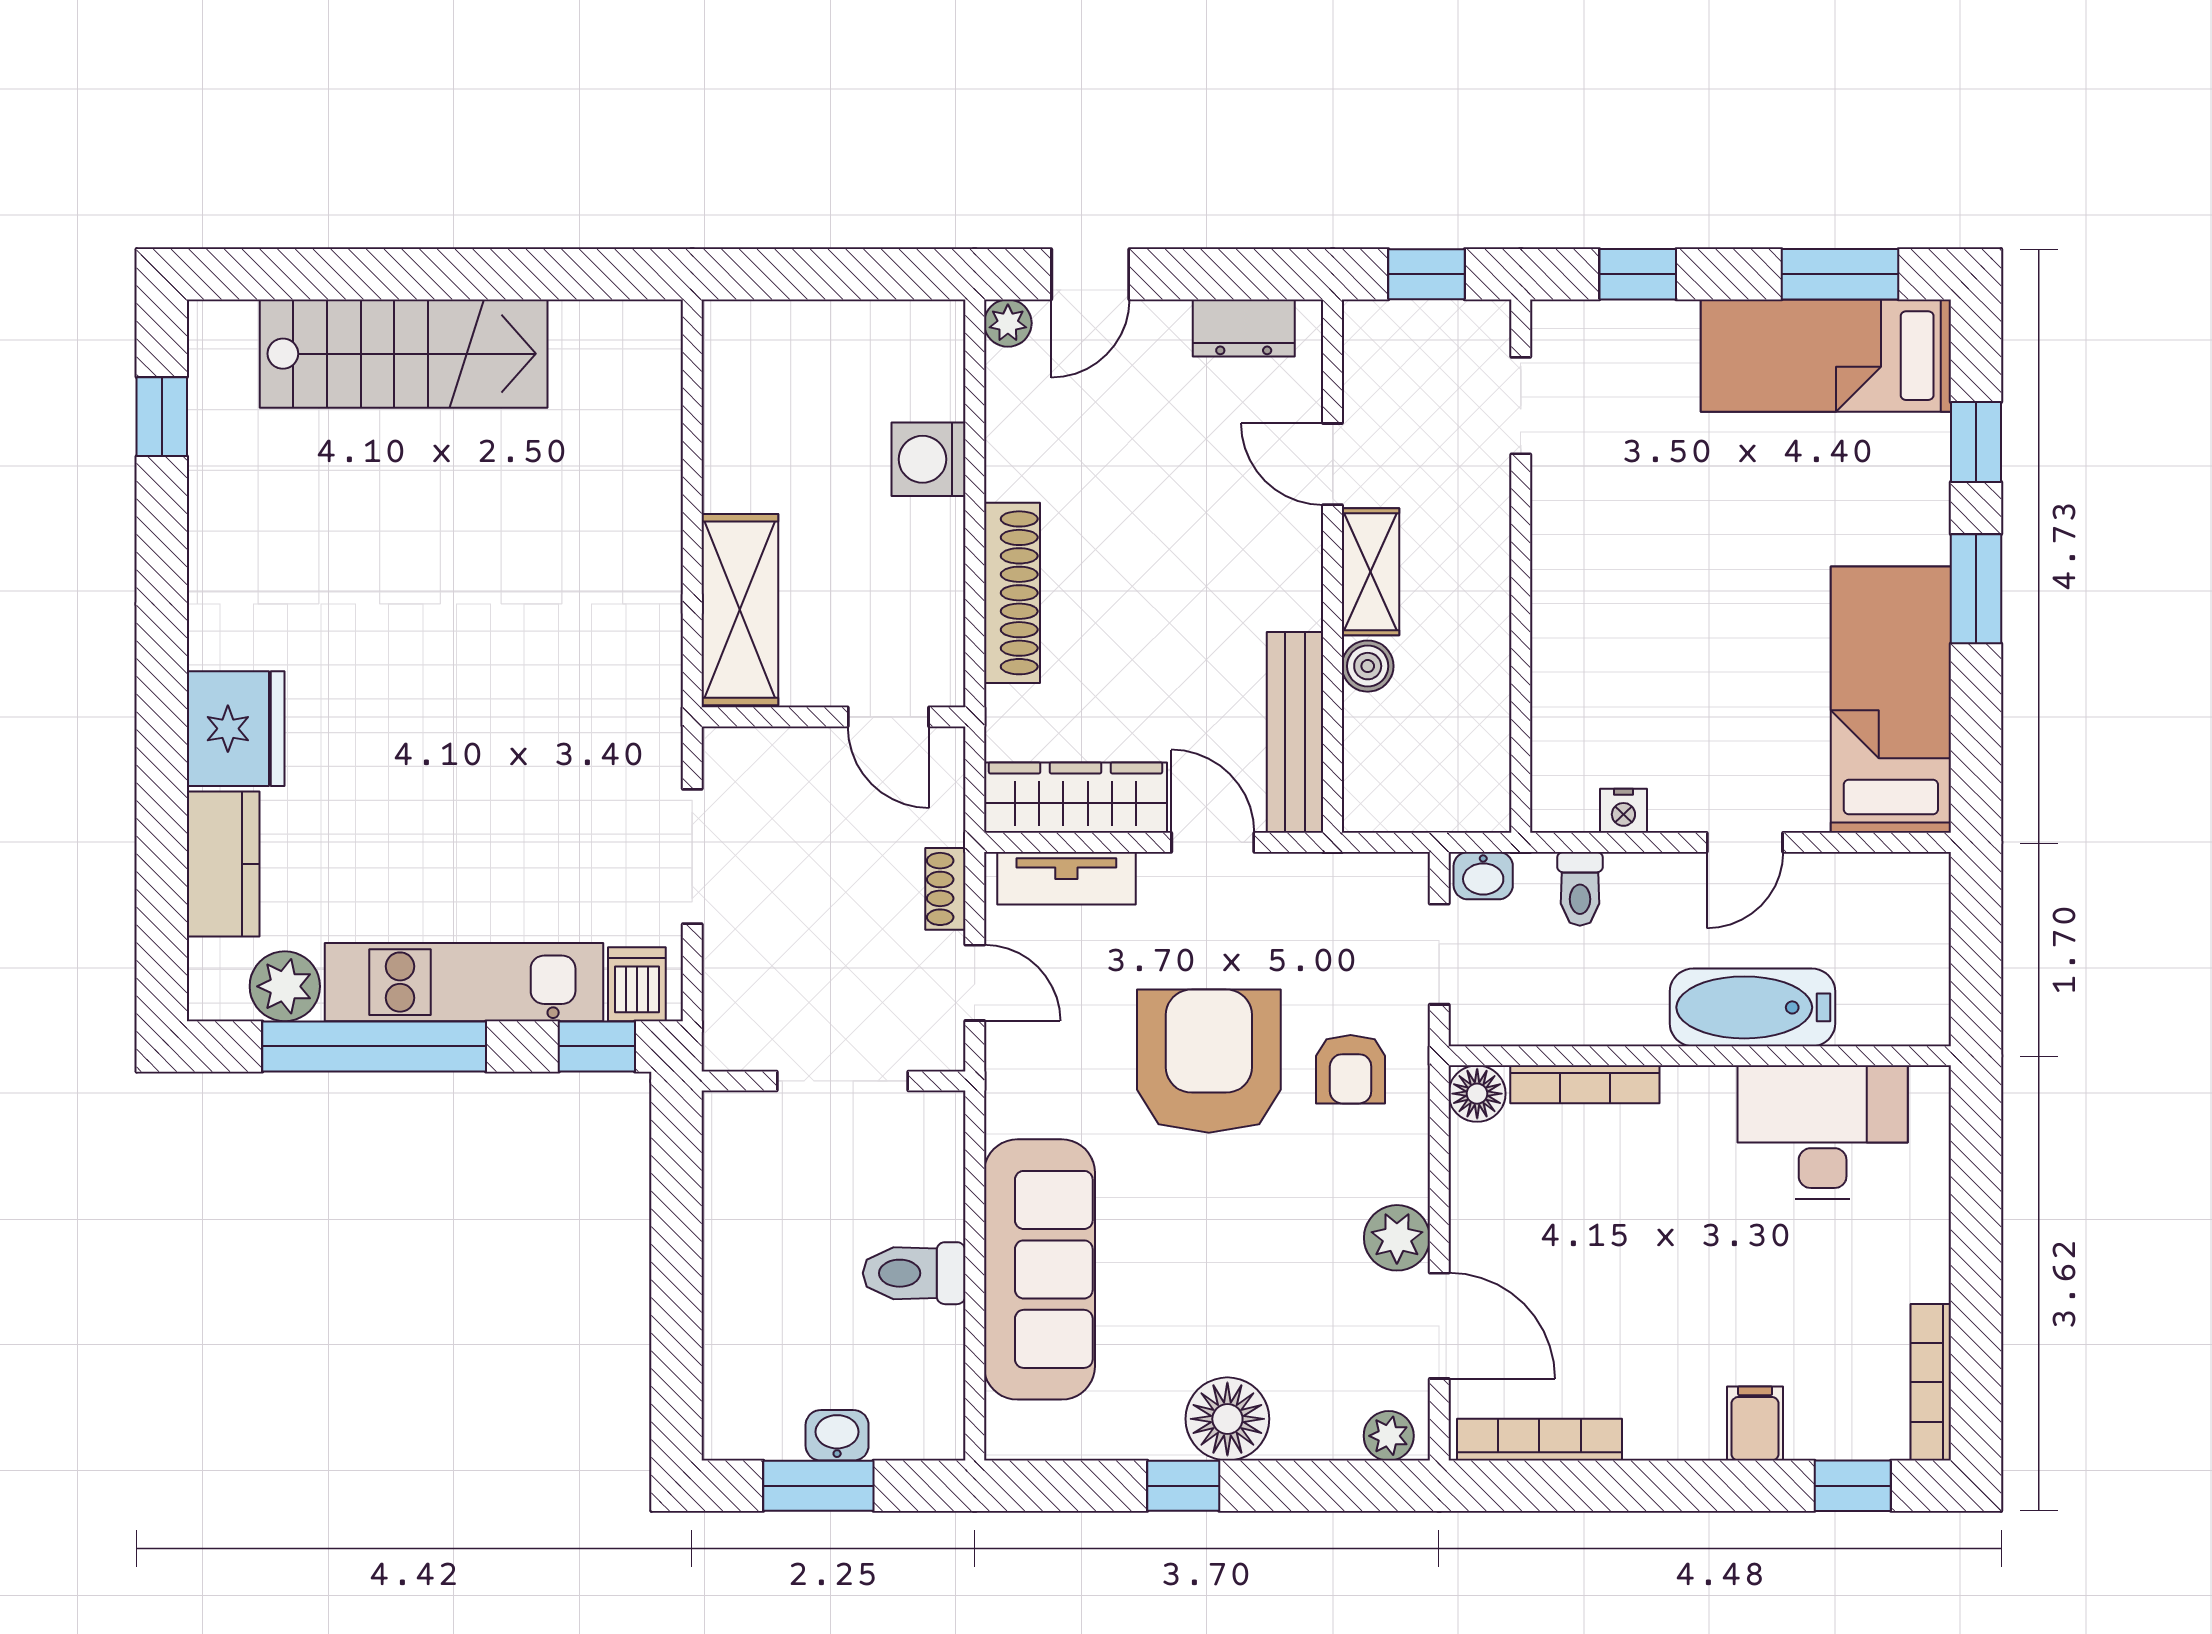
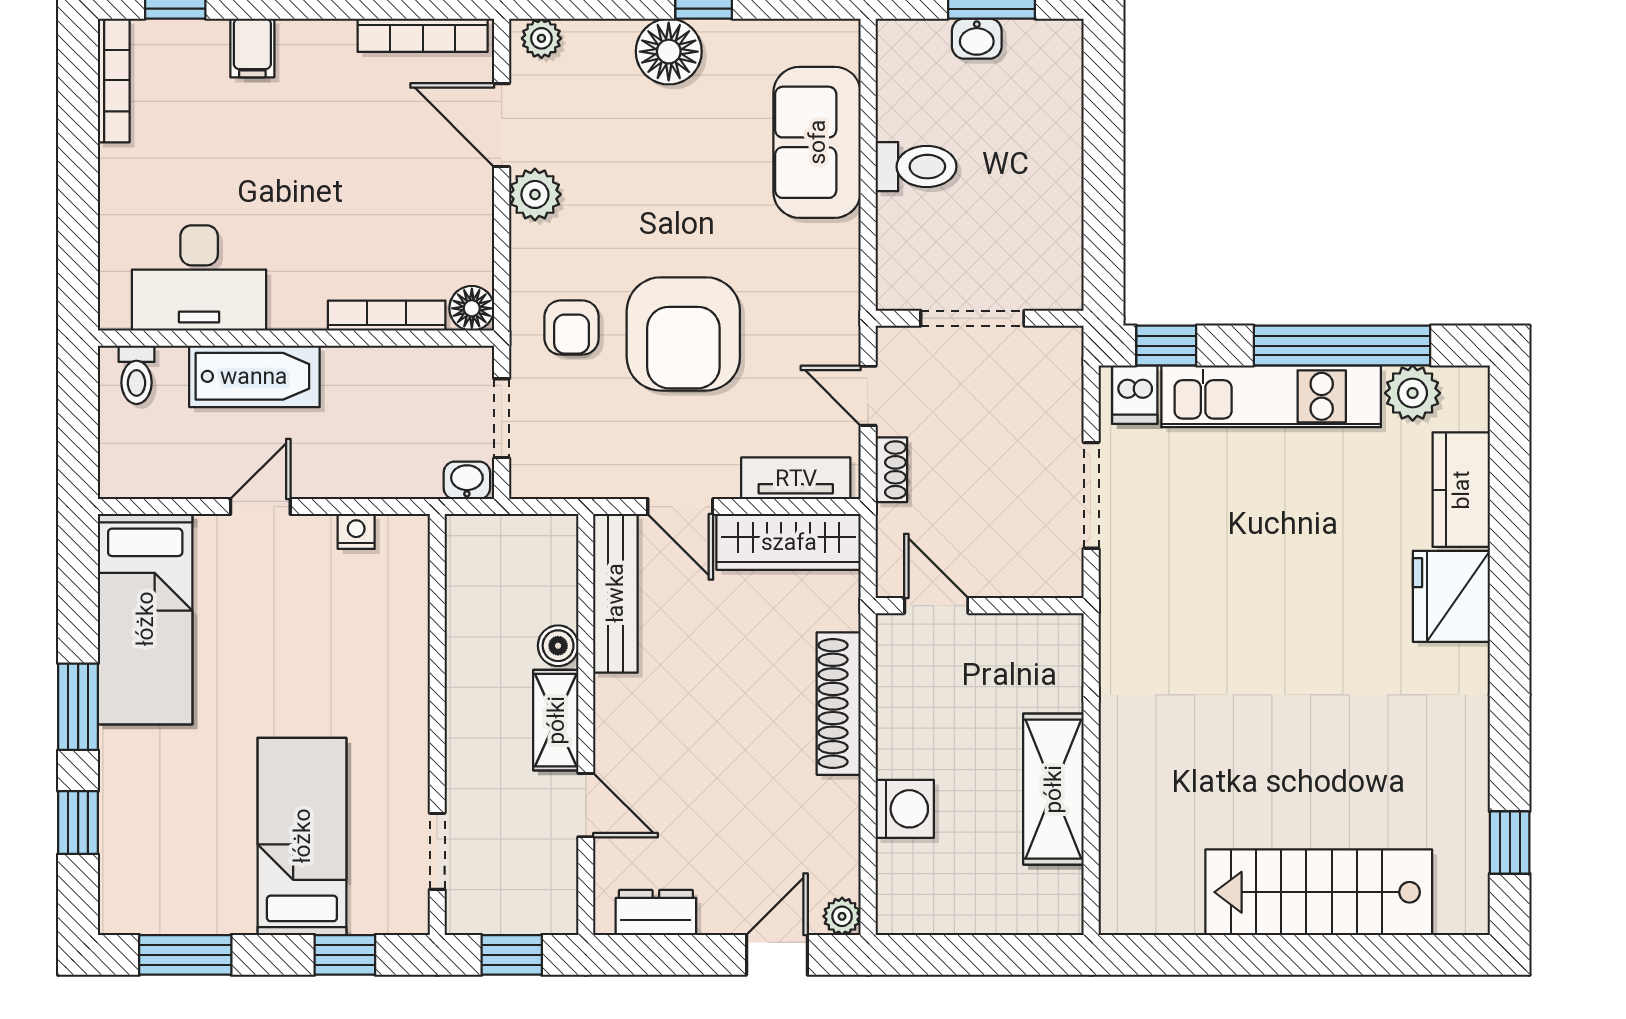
bed: (1826, 356) -> (302, 836), moved, turned -90
shelving: (740, 610) -> (1053, 789), moved
toilet: (1580, 889) -> (136, 375), moved, turned 180
armchair: (1351, 1069) -> (572, 328), turned 180
sofa: (1039, 1269) -> (817, 142), width x0.73

